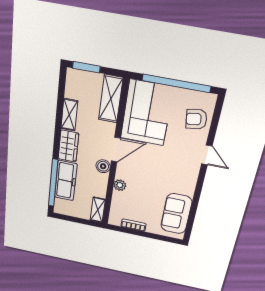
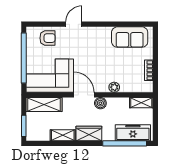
armchair: (196, 119) -> (47, 38), turned -82
freezer: (66, 181) -> (133, 133), moved

